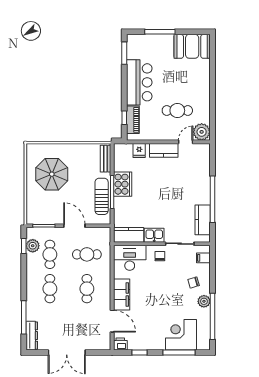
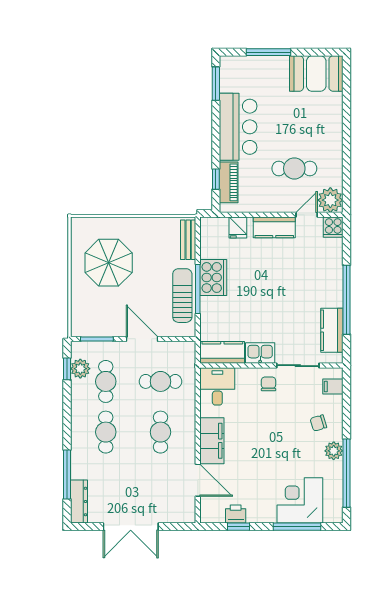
cooker: (204, 150) -> (333, 227), added
desk: (130, 258) -> (217, 386), width x0.73
printer: (120, 344) -> (236, 514), moved

